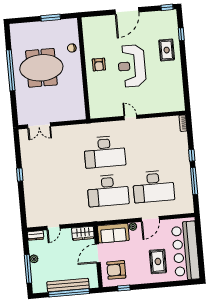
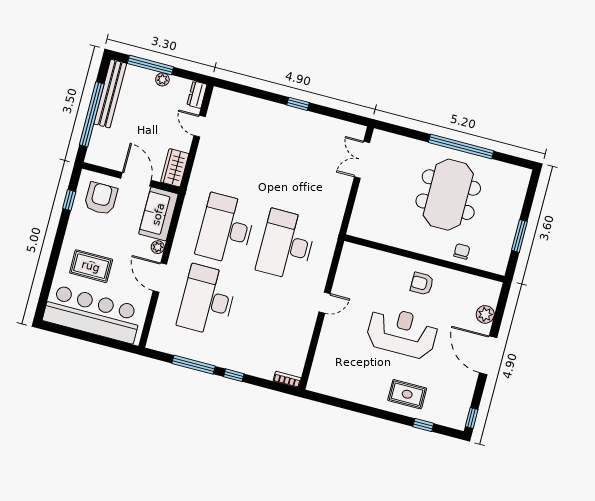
plant: (104, 21) -> (485, 314), added
bench: (68, 285) -> (110, 94), moved

